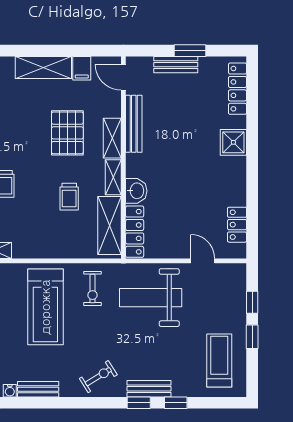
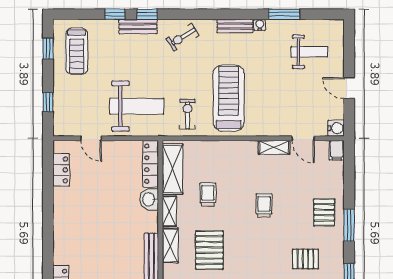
shower: (233, 142) -> (64, 242), removed
window: (252, 337) -> (48, 48), moved

